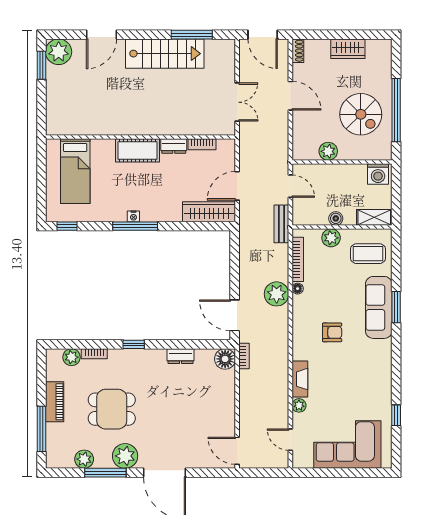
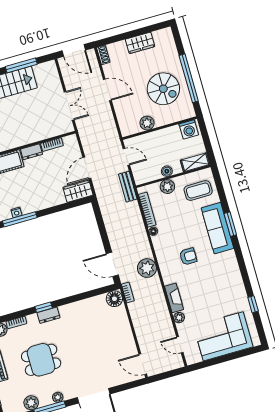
wardrobe: (209, 212) -> (78, 191), width x0.67
plant: (277, 294) -> (147, 268), moved
dresser: (181, 356) -> (48, 315), moved
plant: (125, 456) -> (58, 397), width x0.53, depth x0.53

